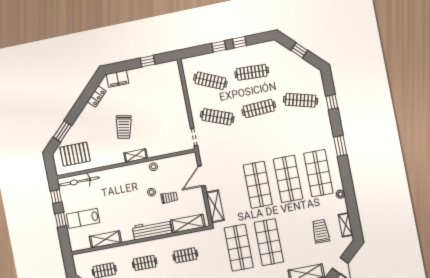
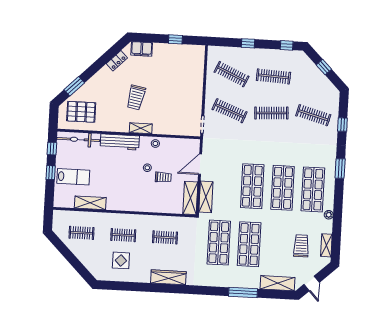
window: (239, 42) -> (287, 45), moved
lab bench: (83, 218) -> (73, 177), turned 180
shelving: (188, 224) -> (190, 198), moved, turned 90
workbench: (152, 230) -> (120, 142), moved, turned 180

